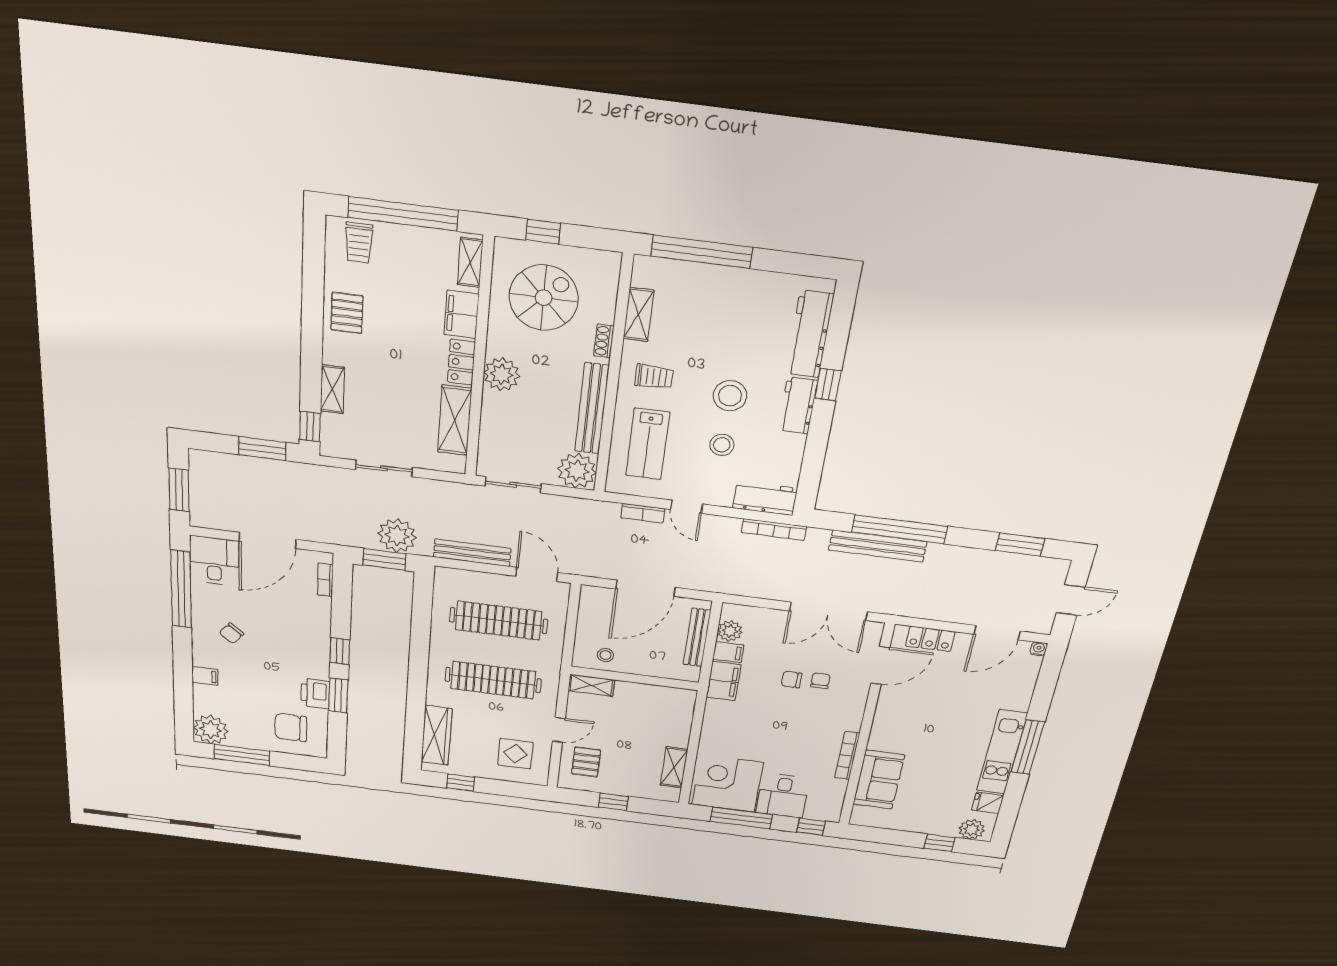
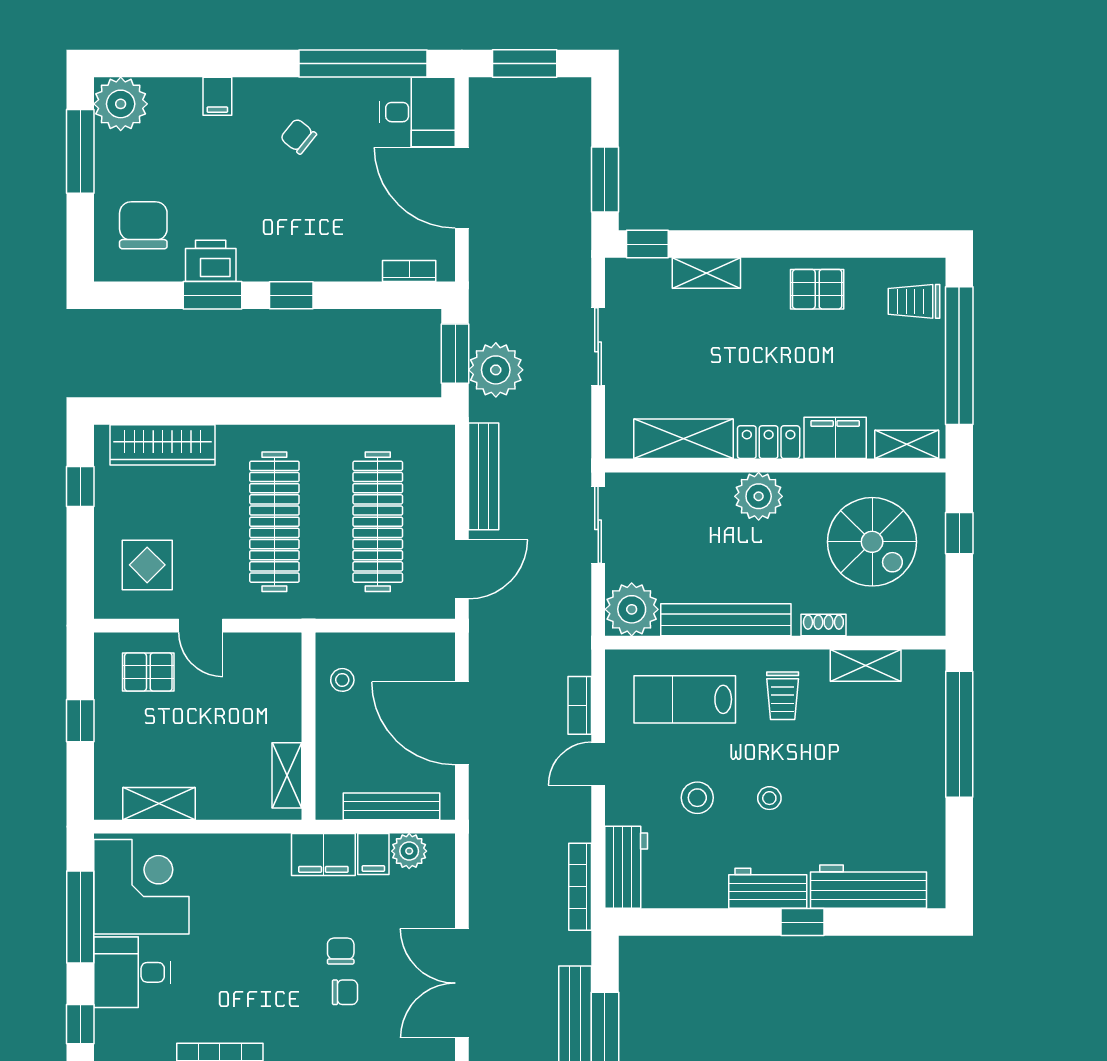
stool: (730, 396) -> (769, 798), width x0.53, depth x0.53
shelving: (591, 685) -> (287, 775), moved

